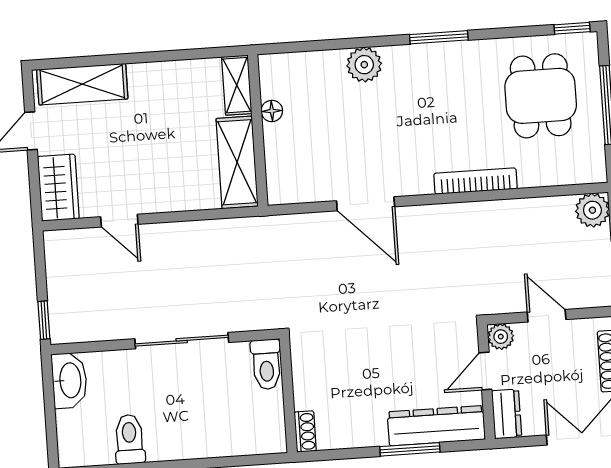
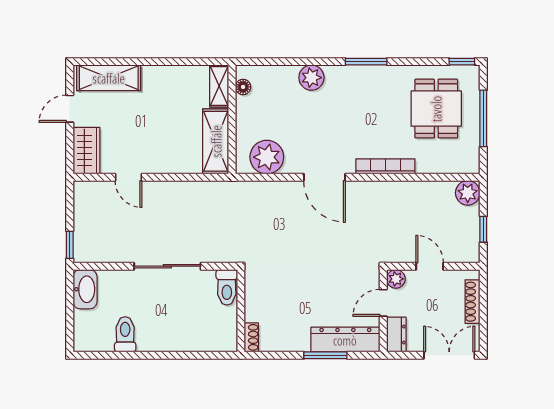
floor lamp: (272, 111) -> (243, 87), moved
plant: (310, 179) -> (267, 157), added
door: (366, 204) -> (324, 177), moved

